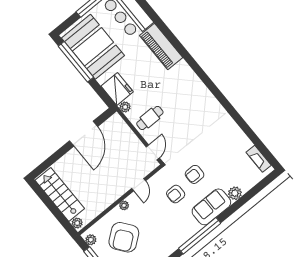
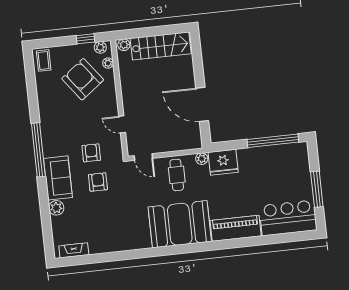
booth: (93, 47) -> (180, 224), moved
plant: (124, 205) -> (108, 63), moved

